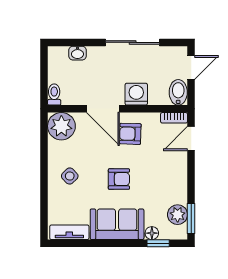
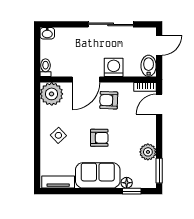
washbasin: (77, 53) -> (47, 33), moved
door: (103, 109) -> (86, 80), hinge flipped
plant: (178, 215) -> (148, 152), moved

